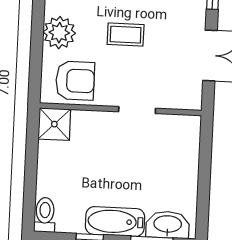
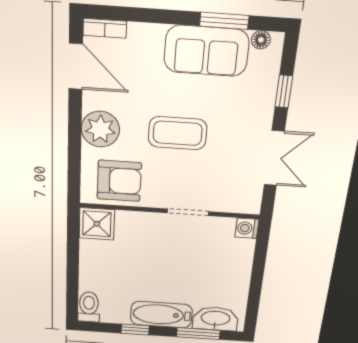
coffee table: (126, 35) -> (178, 133), width x1.36, depth x1.30
washing machine: (191, 125) -> (247, 228), added

